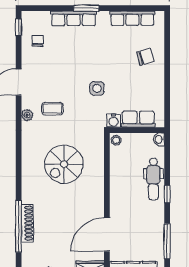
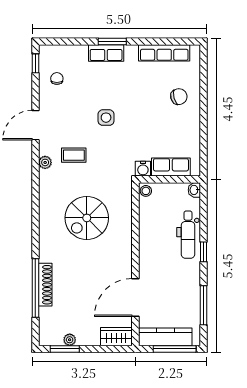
row of seats: (74, 18) -> (106, 53), width x0.68
side table: (97, 88) -> (106, 118), moved

